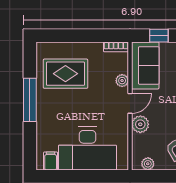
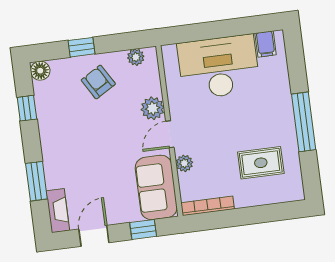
bookcase: (116, 47) -> (208, 206), width x1.56
rug: (65, 74) -> (261, 163), width x0.73, depth x0.70

